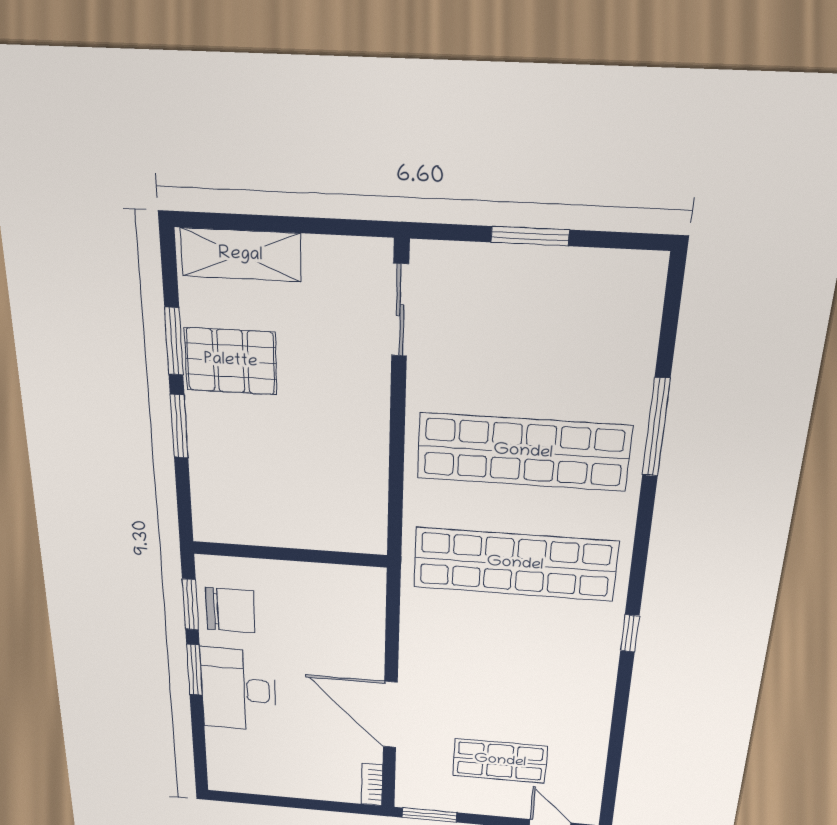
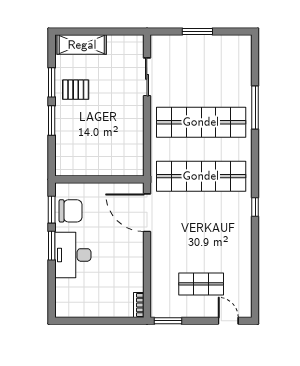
sliding door: (400, 310) -> (147, 77), moved
pallet: (231, 361) -> (76, 90), width x0.67, depth x0.71
door: (390, 715) -> (147, 213), moved

